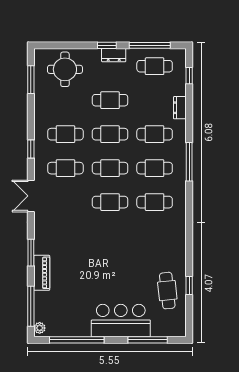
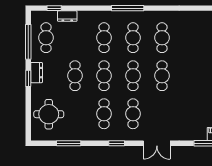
window: (31, 80) -> (69, 143), moved
dresser: (180, 108) -> (67, 16), moved

